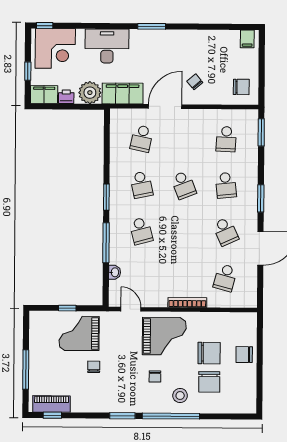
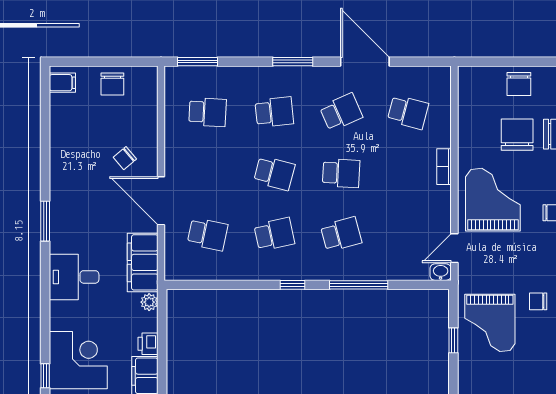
desk: (107, 46) -> (74, 277), width x0.73
chair: (241, 87) -> (112, 84), moved, turned 180
plant: (90, 93) -> (149, 302), width x0.53, depth x0.53
school desk: (184, 185) -> (274, 173), turned 36
window: (106, 197) -> (293, 285), width x0.67
school desk: (183, 231) -> (341, 173), added
washbasin: (115, 272) -> (441, 272), moved
bookcase: (187, 302) -> (444, 167), width x0.64

